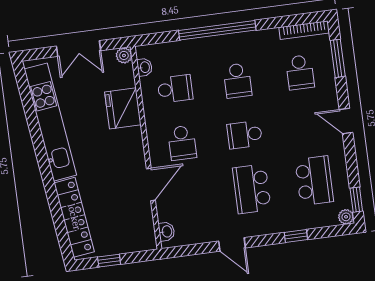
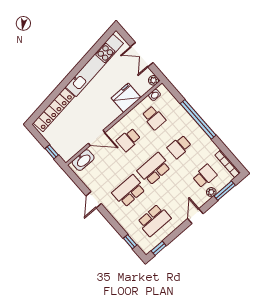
school desk: (300, 72) -> (205, 176), turned 180
school desk: (245, 135) -> (154, 169), width x1.85
plant: (346, 217) -> (211, 192), moved
washbasin: (167, 231) -> (83, 160), width x1.91, depth x1.45
window: (296, 236) -> (130, 242), moved
window: (109, 261) -> (52, 152), moved

